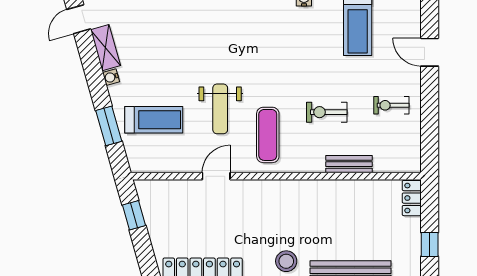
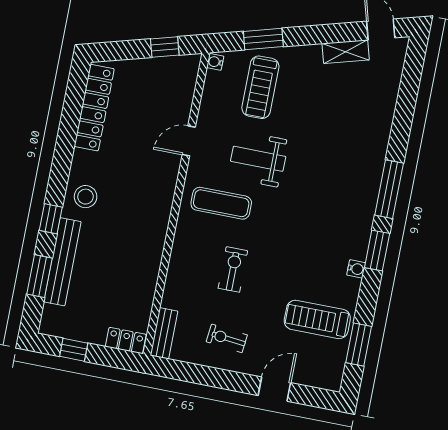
water cooler: (111, 77) -> (215, 62), moved, turned -74
exercise bike: (391, 105) -> (227, 338), turned -84
bench: (349, 164) -> (164, 333), moved
door: (216, 176) -> (189, 141), swing flipped

